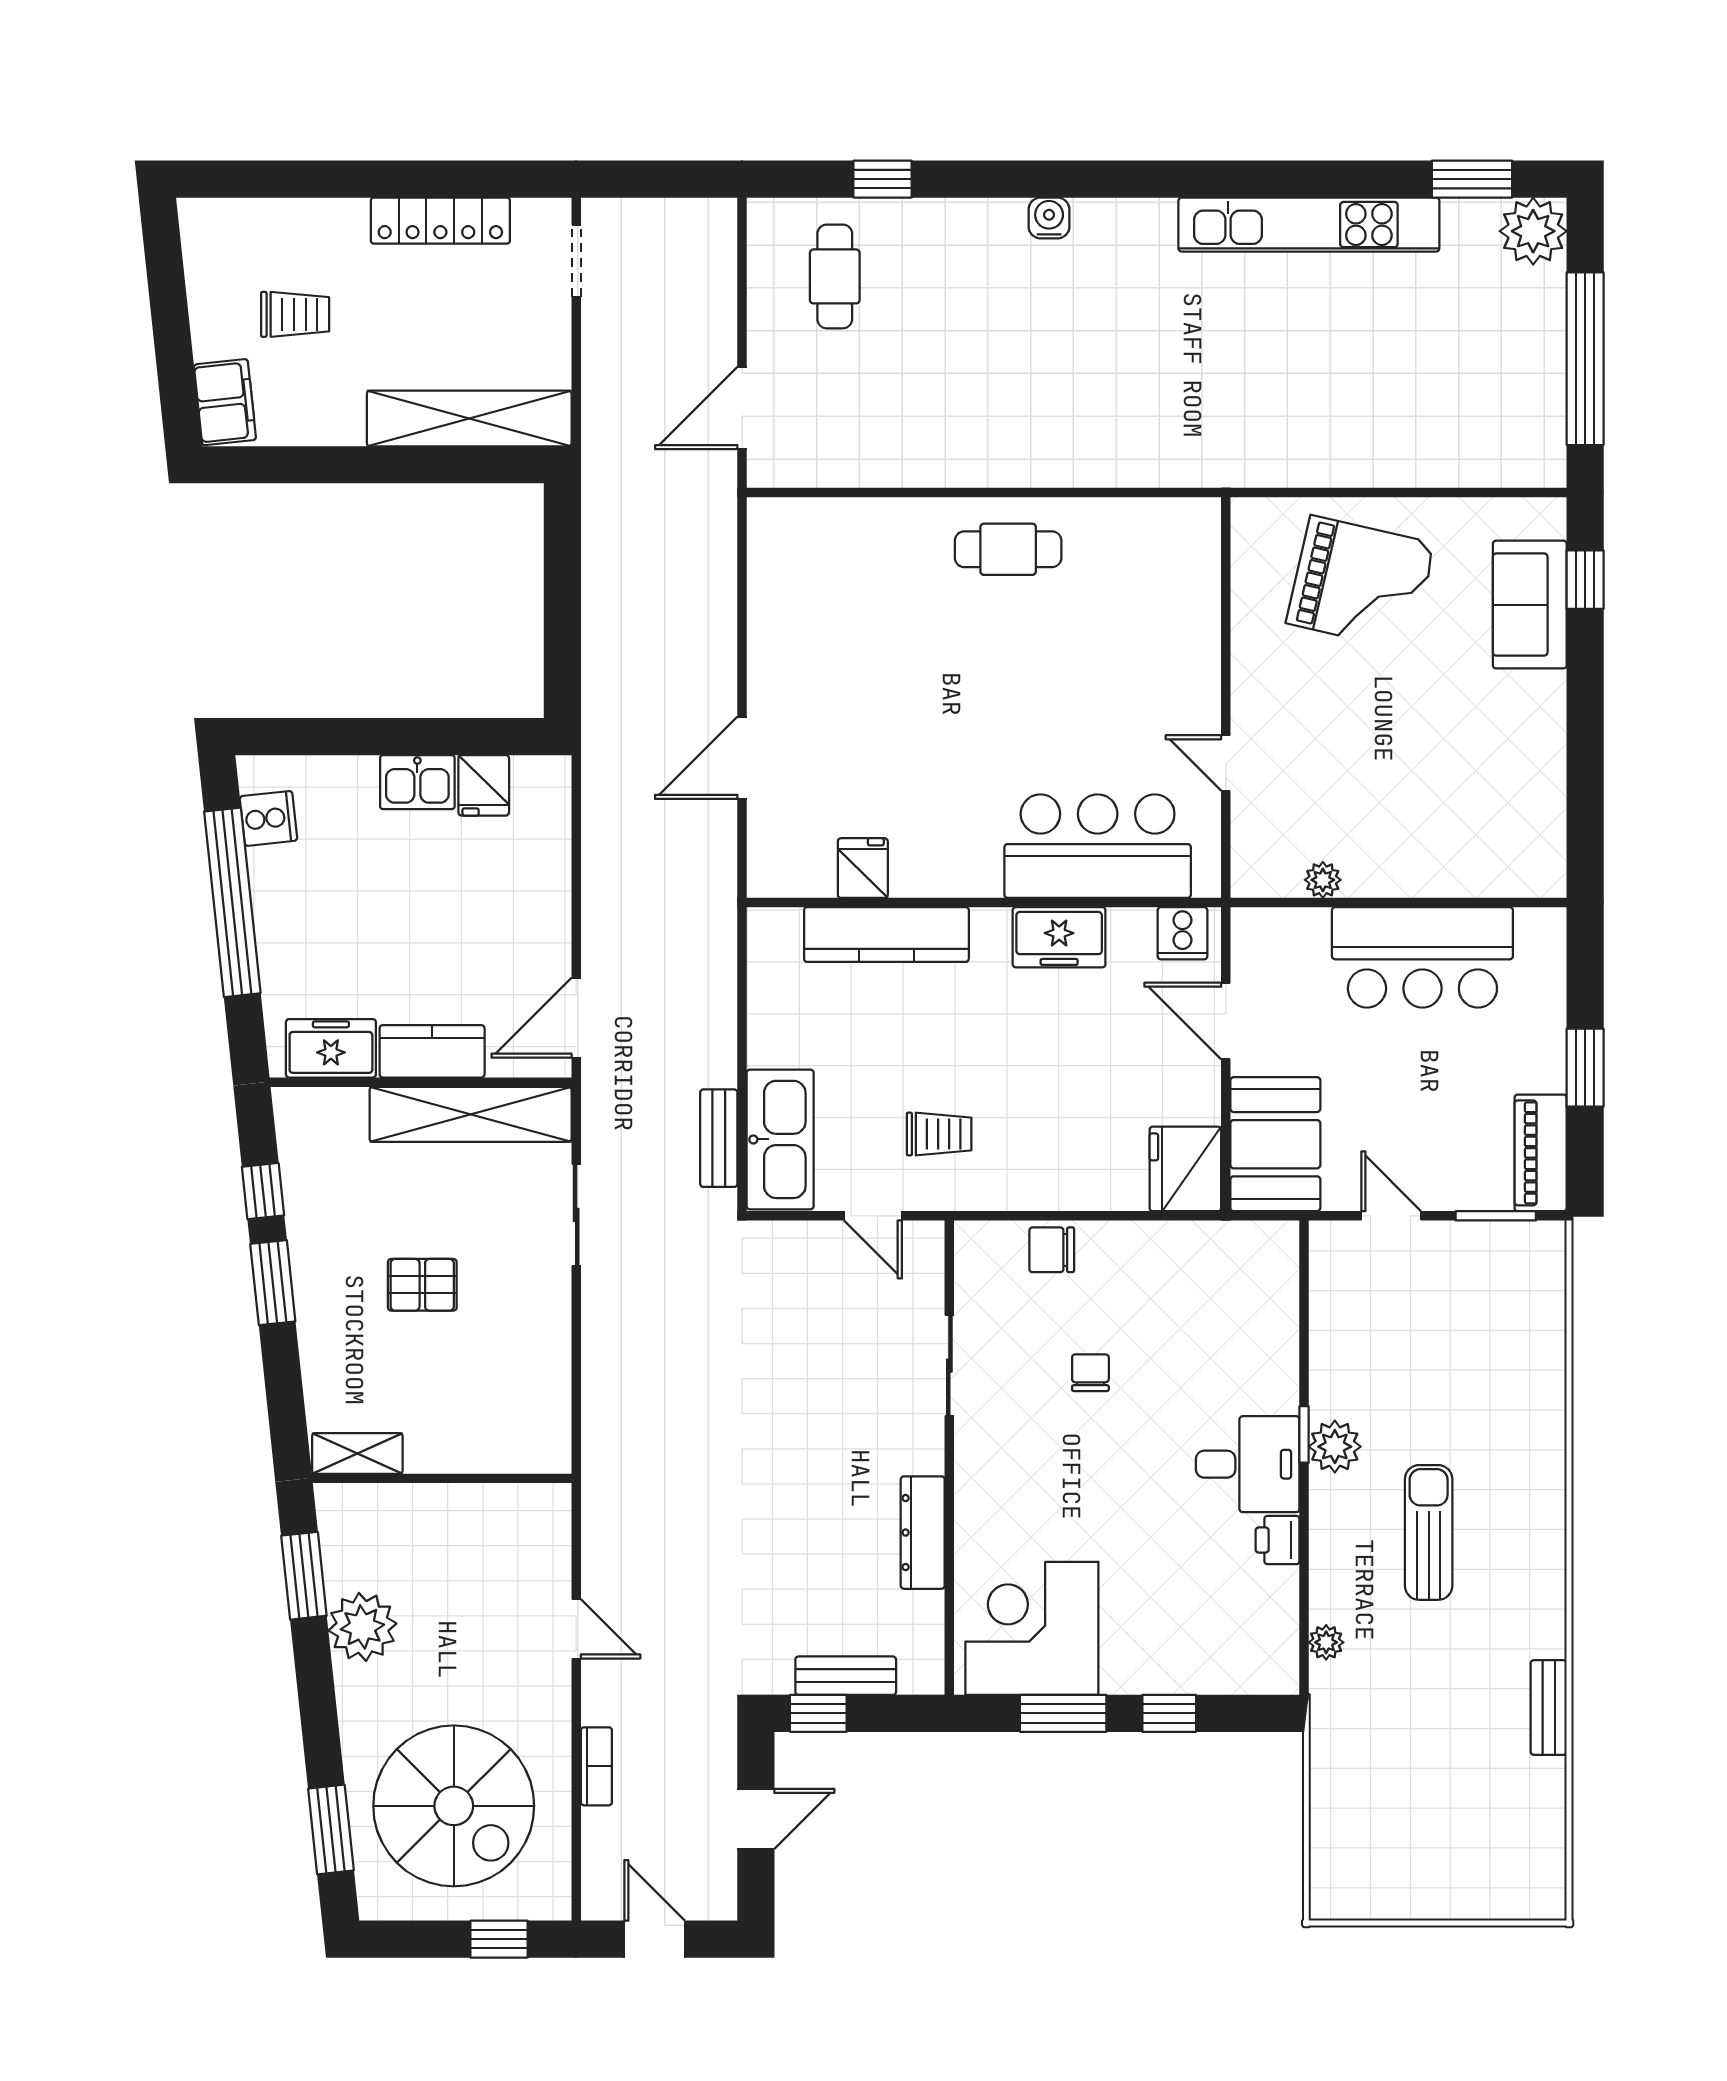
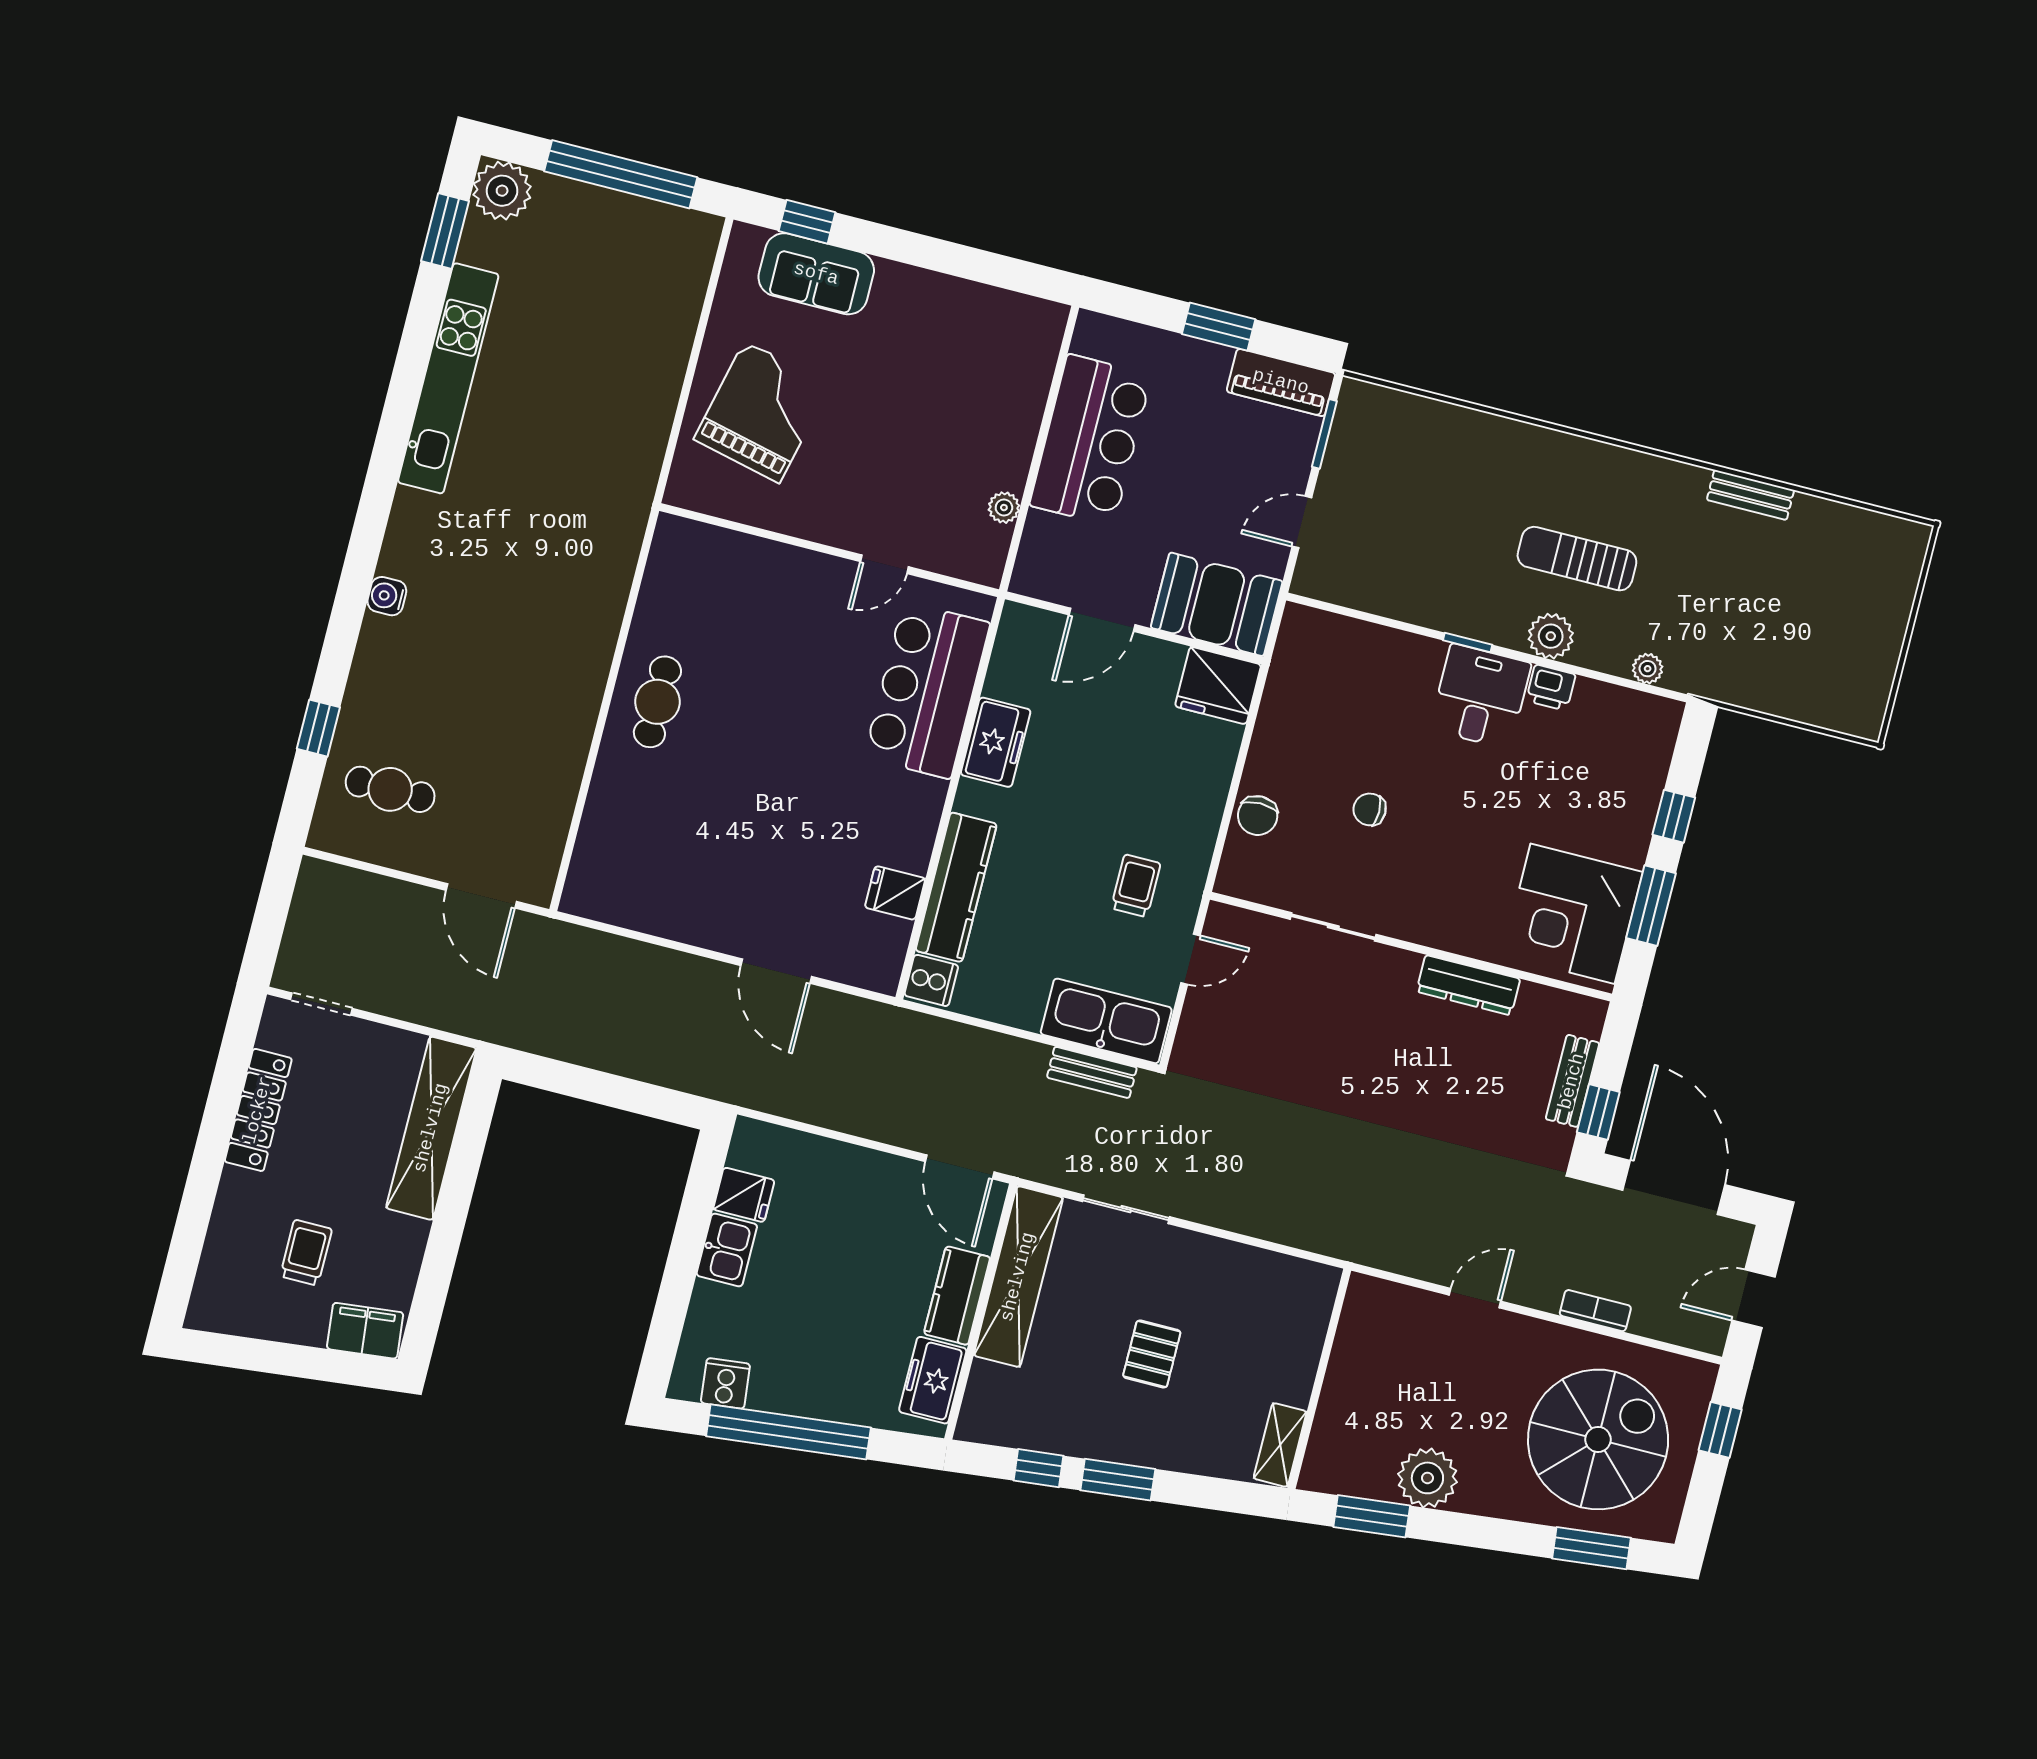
cooker: (1182, 933) -> (931, 980), moved
plant: (1335, 1447) -> (1551, 636), moved
door: (756, 1819) -> (1674, 1187), width x1.87

